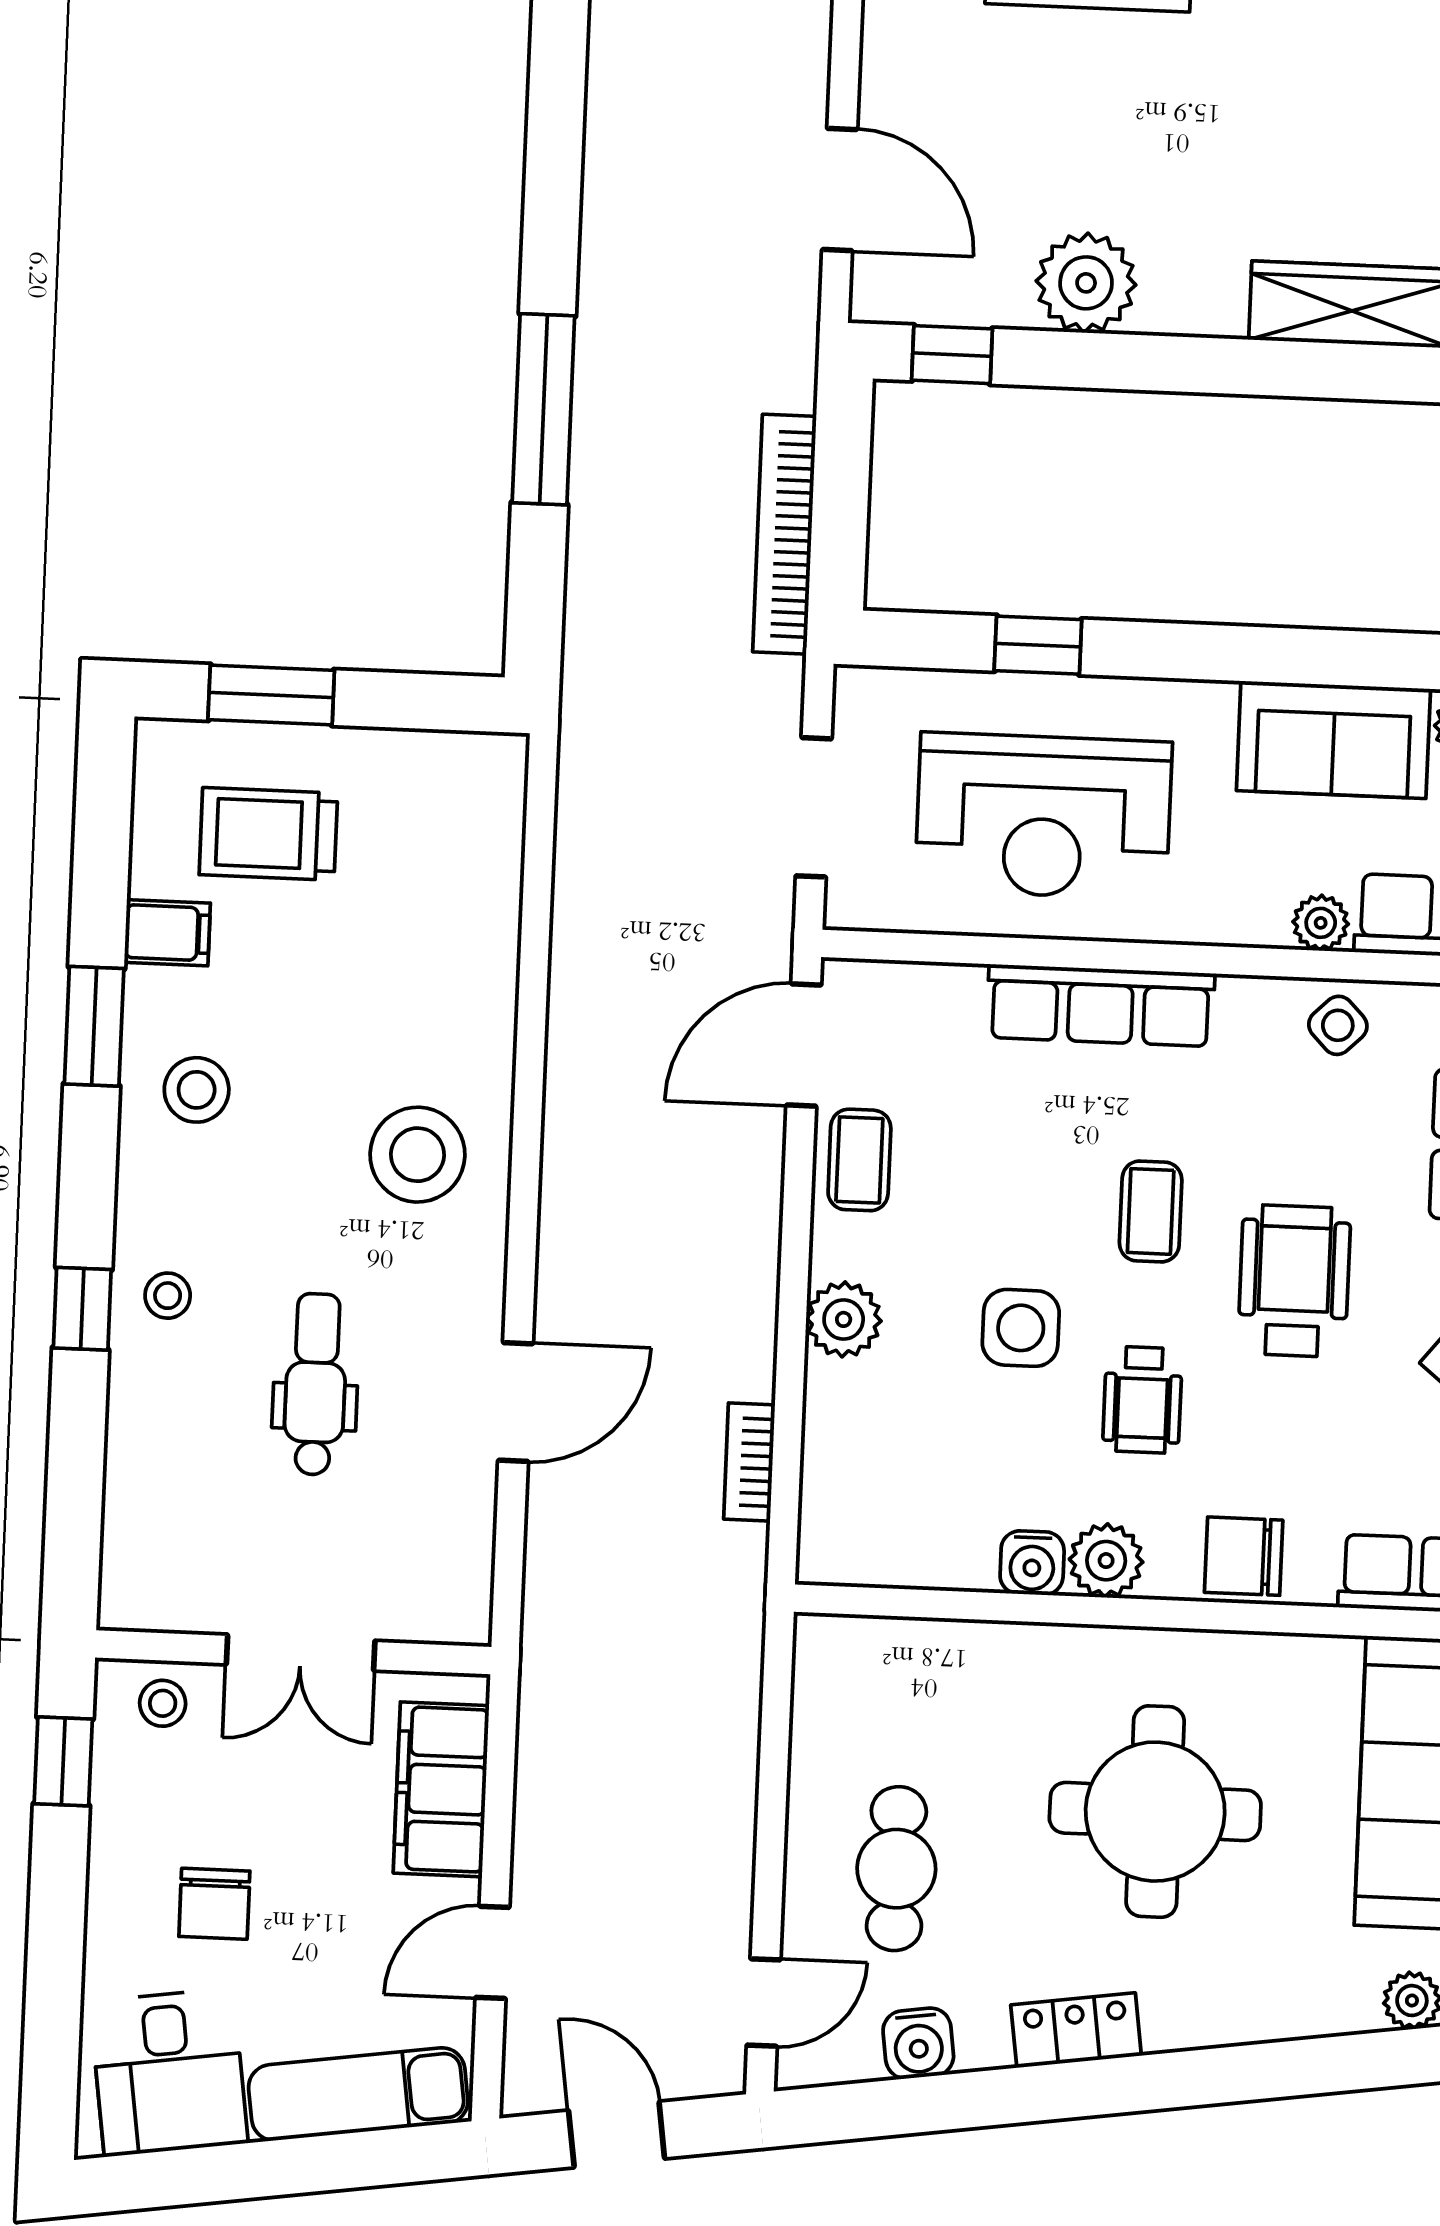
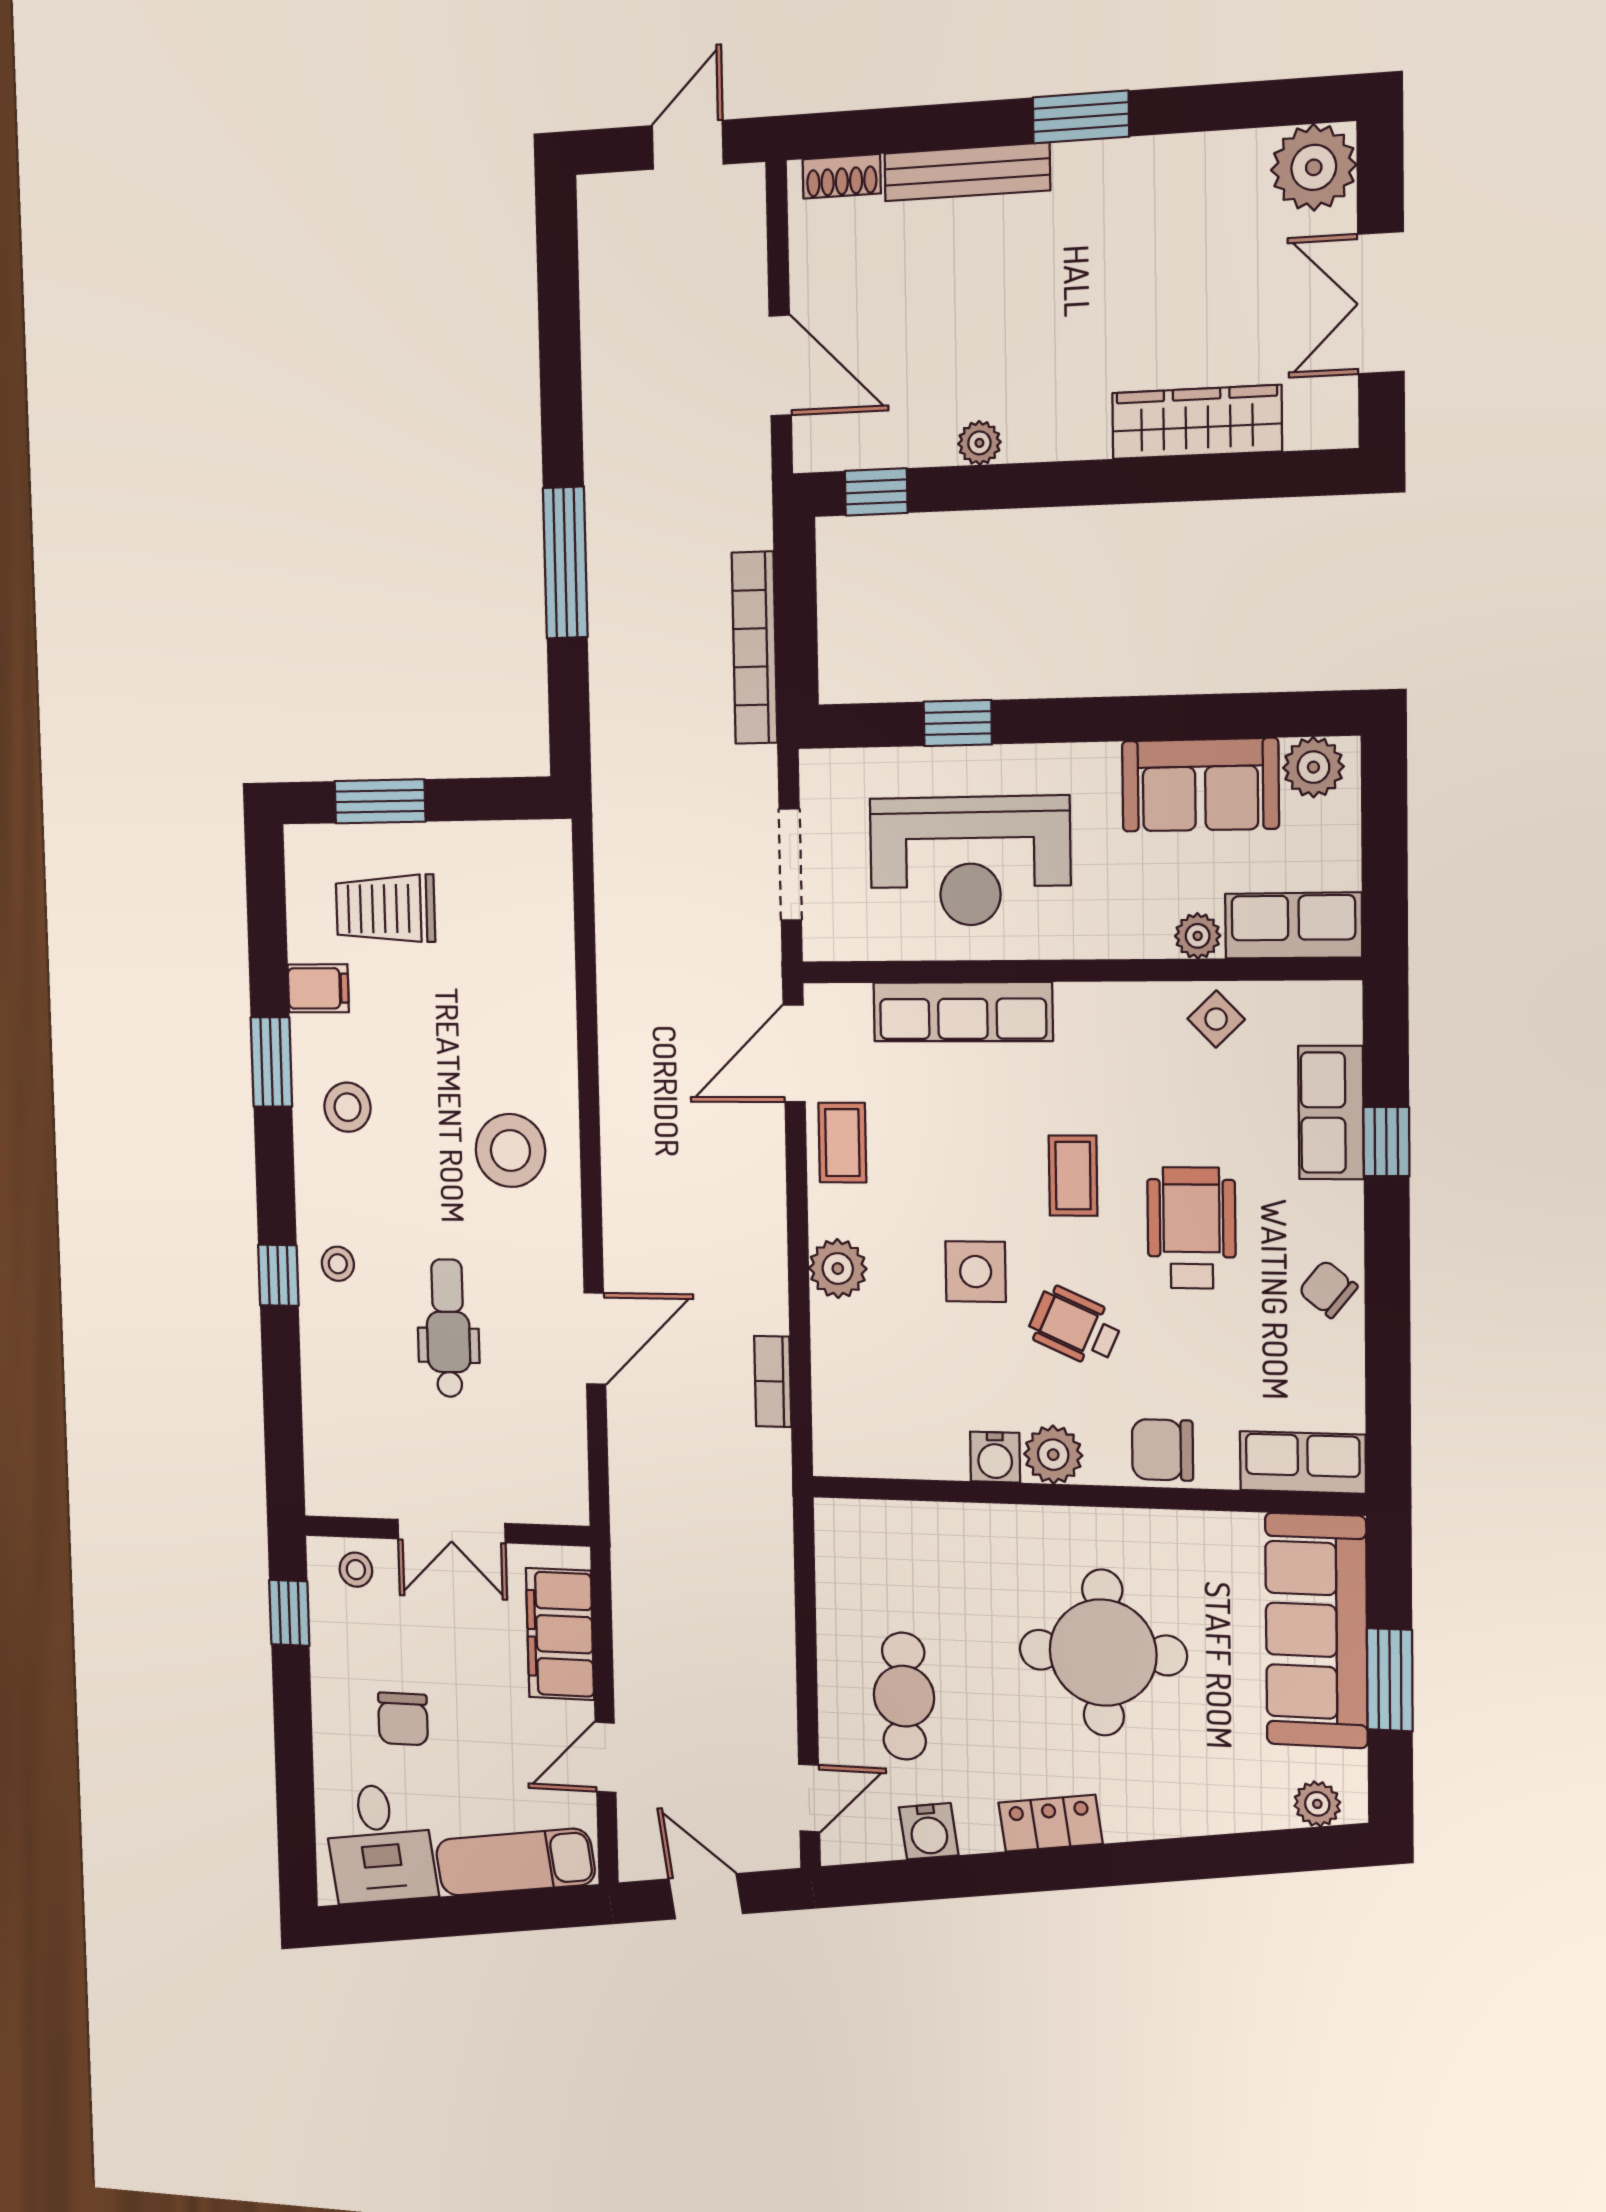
plant: (1086, 283) -> (979, 443), width x0.53, depth x0.53
row of seats: (1101, 1005) -> (963, 1012), moved
wheelchair: (1142, 1400) -> (1075, 1326), turned 114

